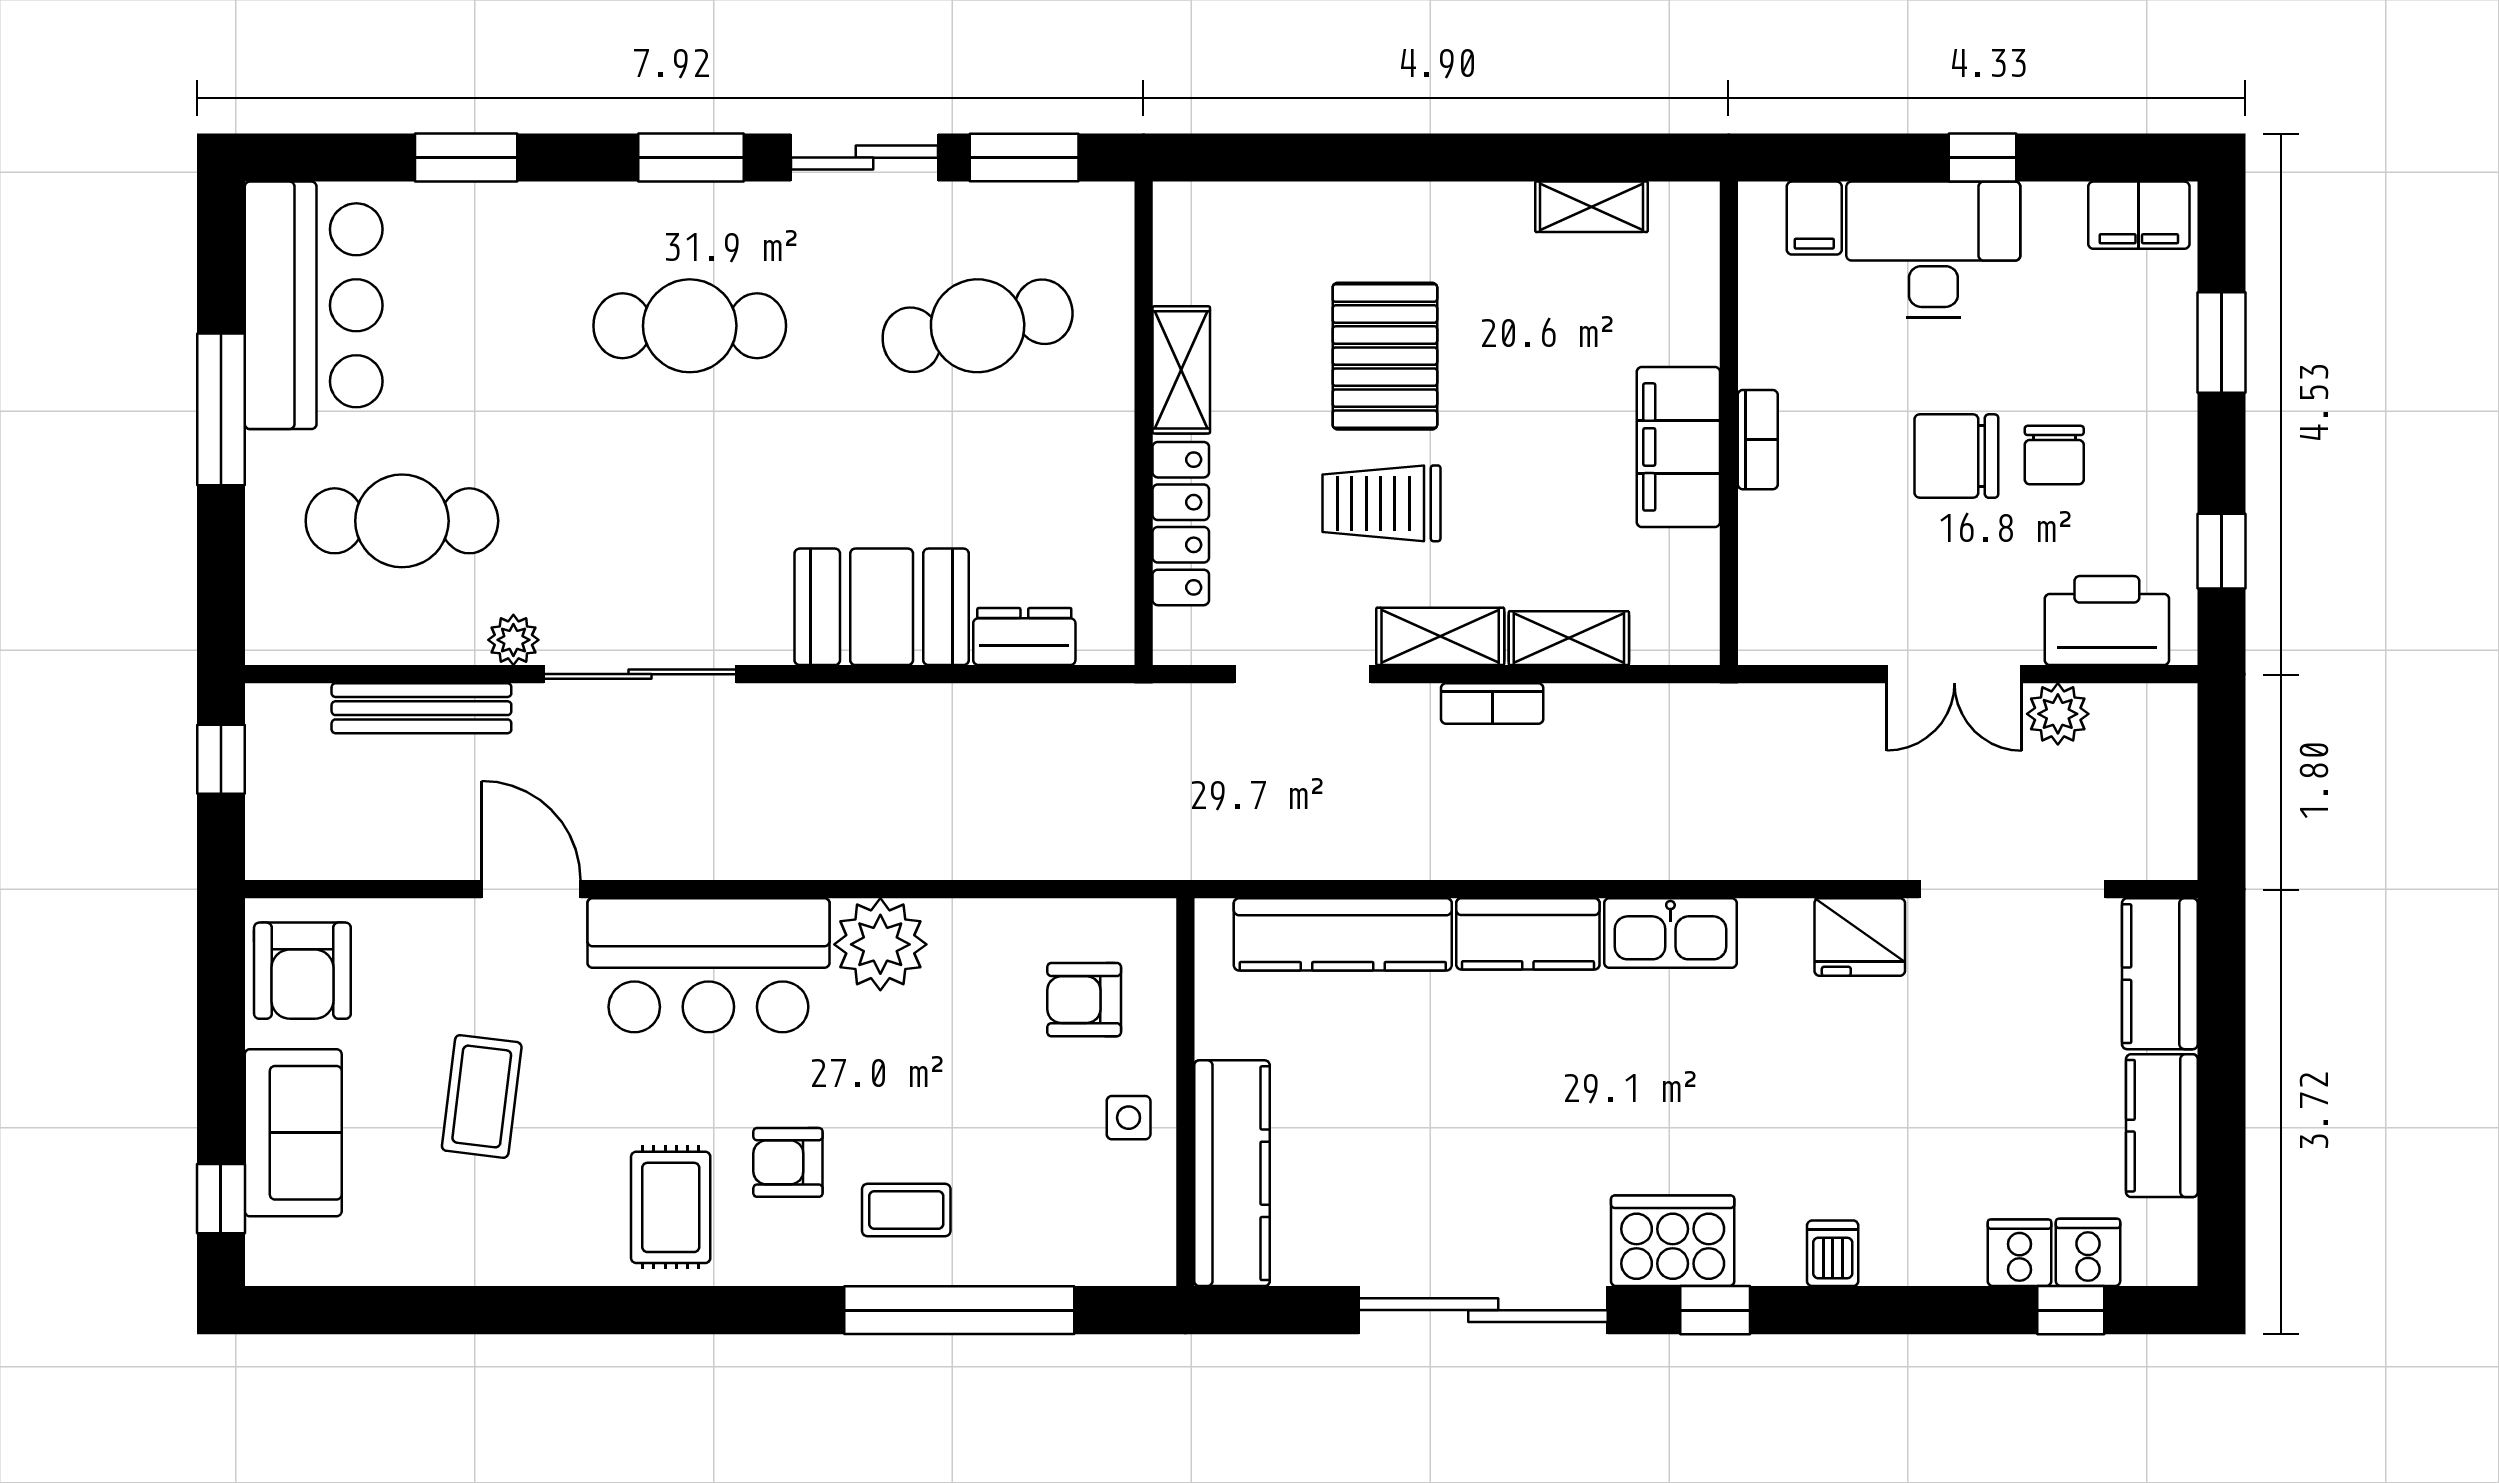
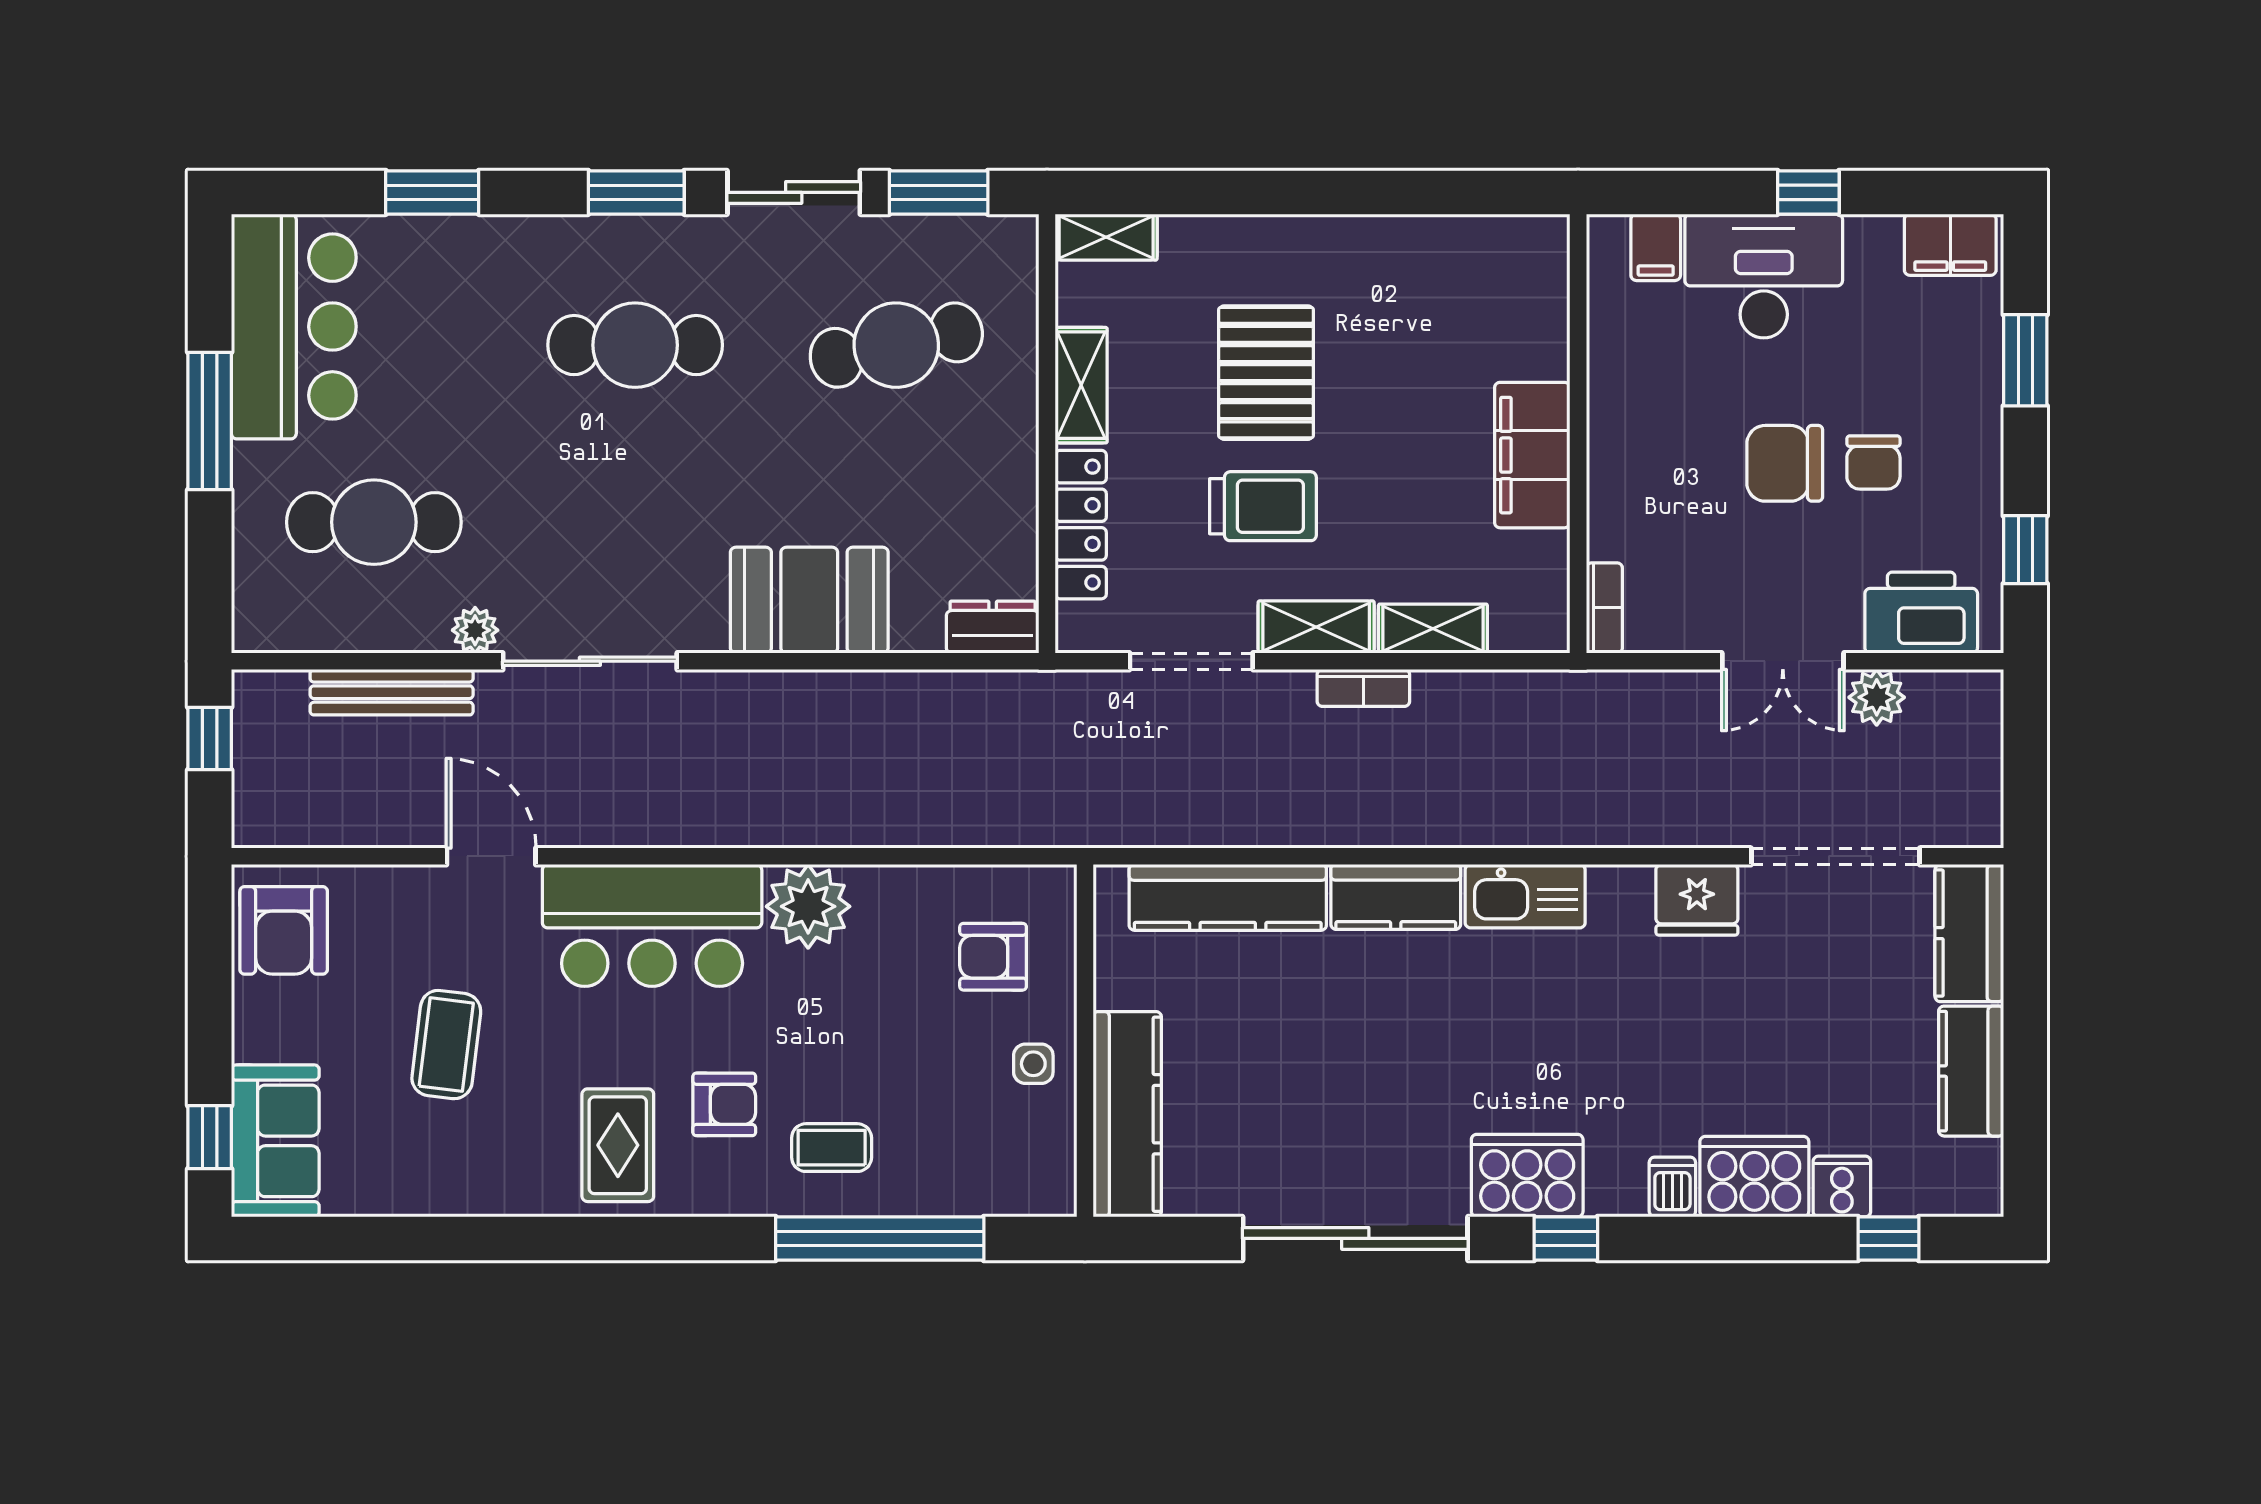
shelving: (1591, 207) -> (1106, 237), moved
bookcase: (1758, 440) -> (1604, 608), moved
trolley: (1382, 503) -> (1263, 506), turned 180
dresser: (1024, 636) -> (993, 627), moved
sofa: (293, 1133) -> (275, 1141), moved
armchair: (788, 1162) -> (724, 1104), turned 180
cooker: (2088, 1252) -> (1754, 1177), moved, width x1.87, depth x1.31

